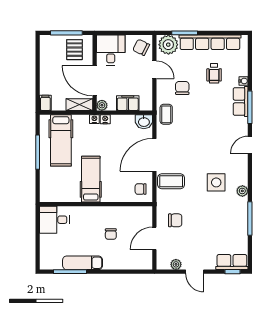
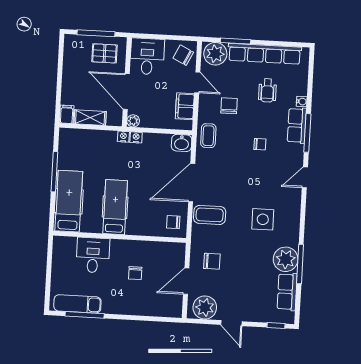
pallet: (74, 50) -> (104, 53), turned 90
filing cabinet: (128, 103) -> (185, 106), moved, turned -90
shelving: (79, 105) -> (90, 118), moved
chair: (210, 119) -> (260, 144), added
hospital bed: (61, 140) -> (69, 201), moved, turned 180
plant: (242, 191) -> (286, 259), moved, width x1.87, depth x1.87
desk: (54, 220) -> (93, 255), moved, turned 90
row of seats: (232, 262) -> (287, 292), moved, turned -90
exam couch: (83, 263) -> (77, 304), moved
plant: (176, 264) -> (205, 308), width x1.87, depth x1.87

